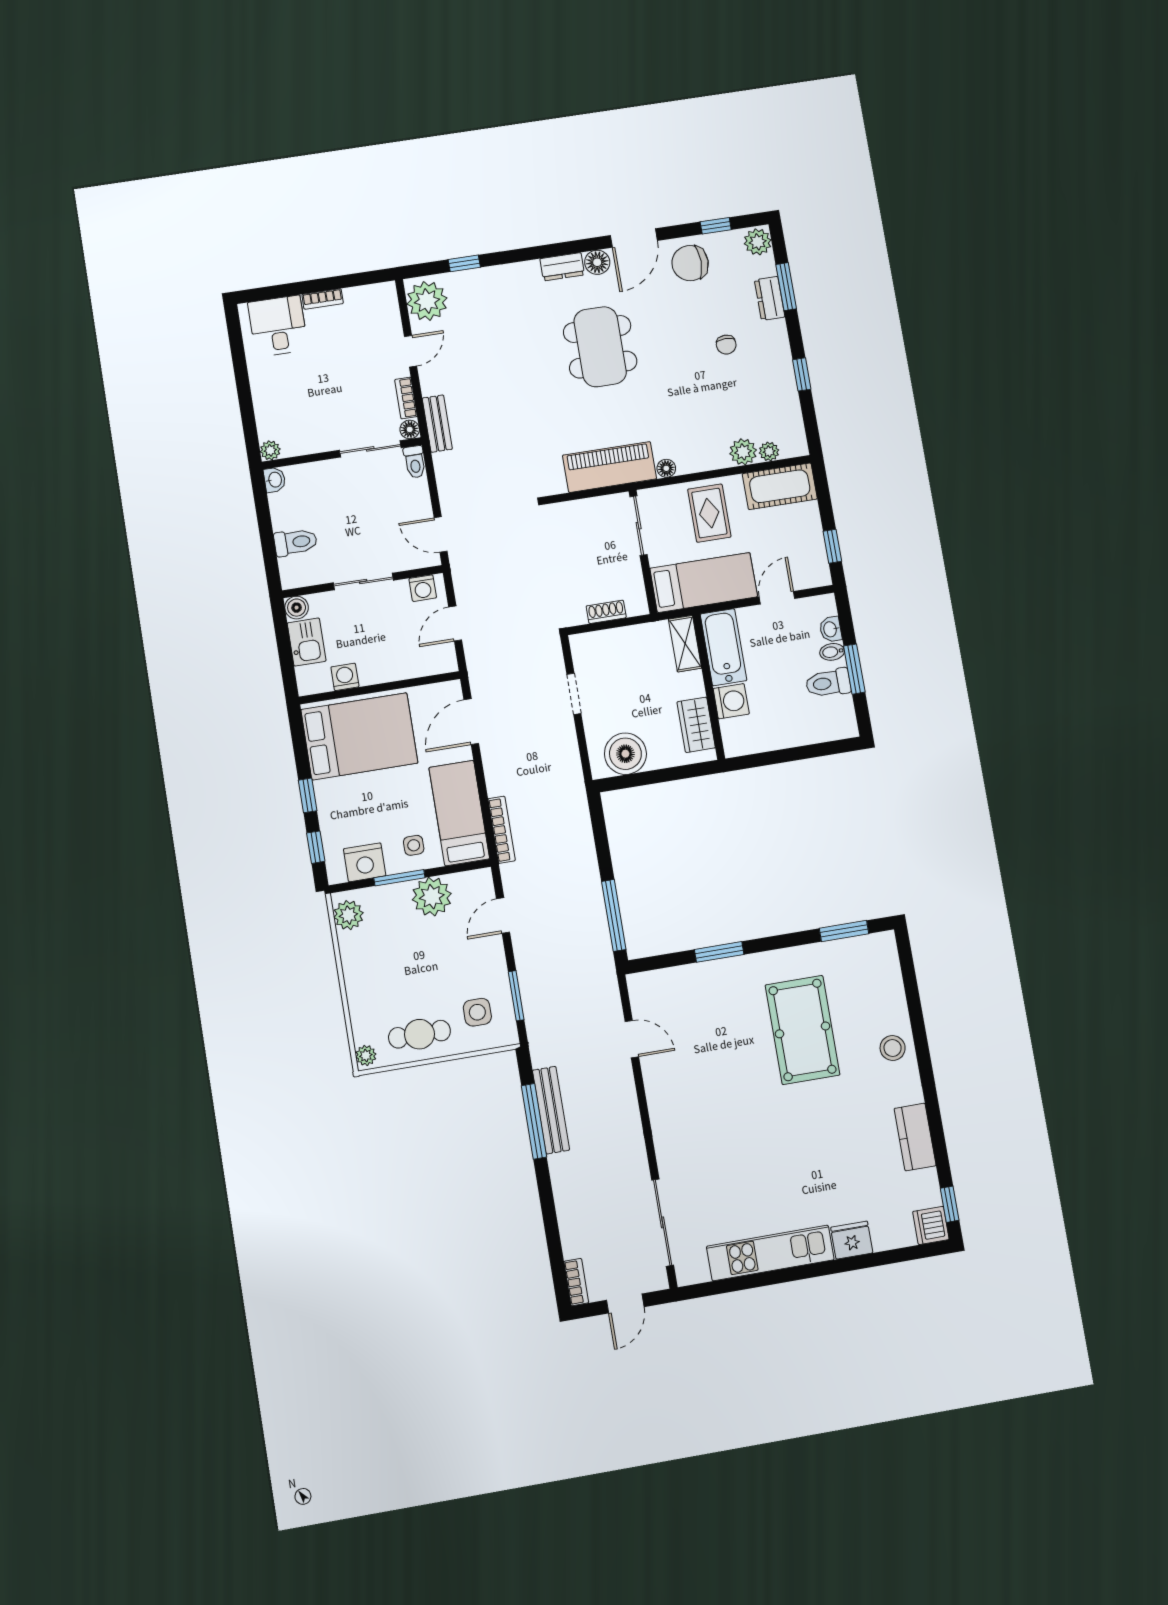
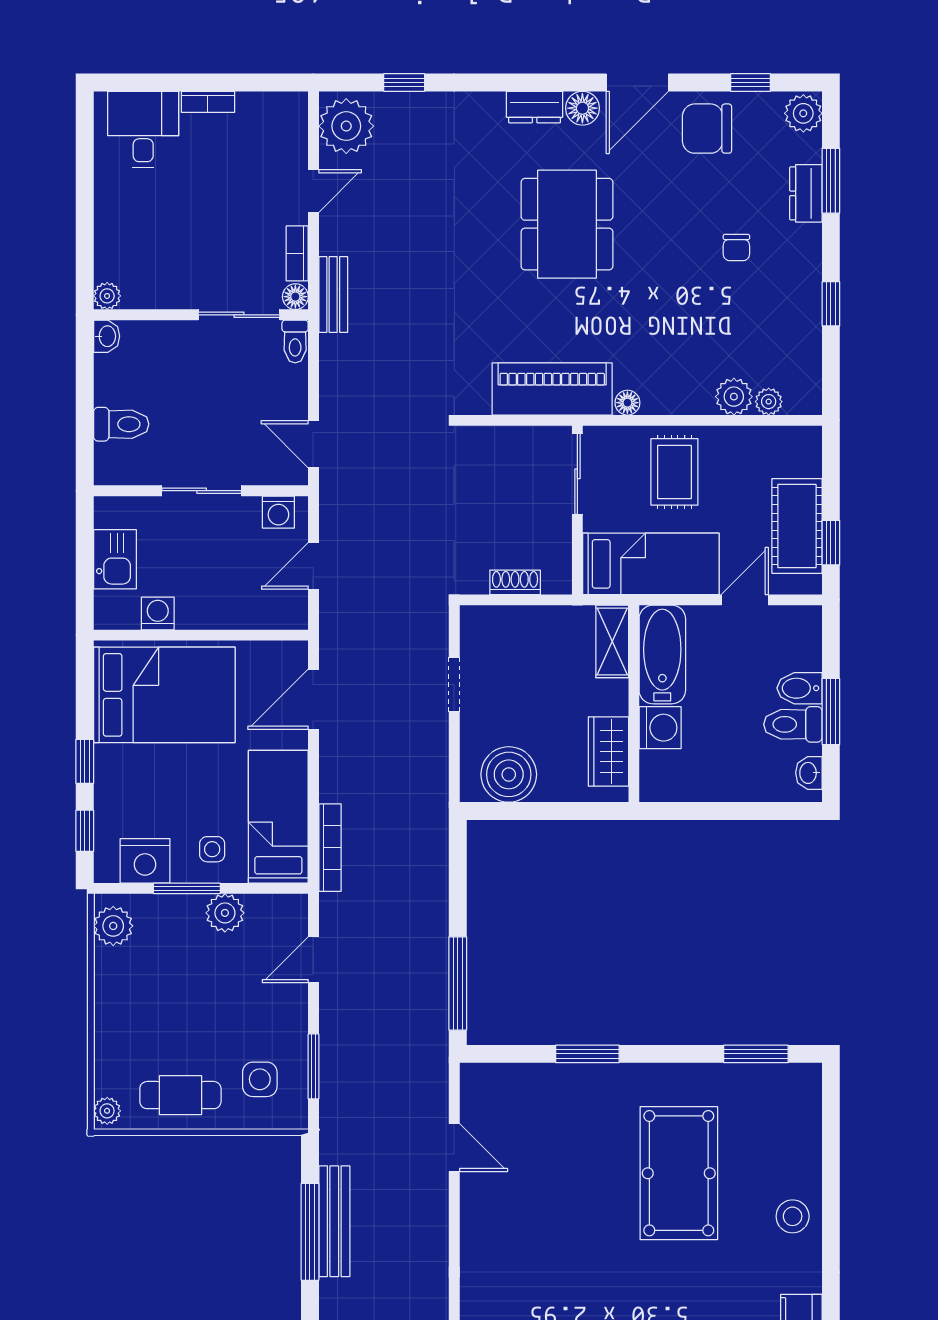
cot: (780, 486) -> (797, 526), moved, turned 90
boiler: (297, 608) -> (109, 511), removed
washbasin: (831, 629) -> (809, 773), moved
bidet: (832, 652) -> (799, 688), width x1.38, depth x1.36
plant: (432, 897) -> (225, 913), width x0.73, depth x0.73

